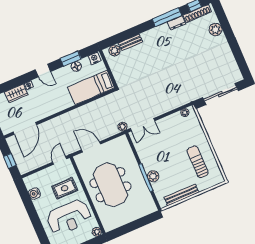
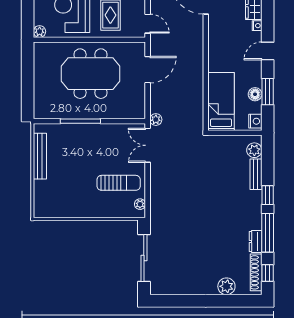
window: (141, 28) -> (268, 195), added
sun lounger: (198, 162) -> (119, 183), moved
plant: (153, 176) -> (78, 131), removed

